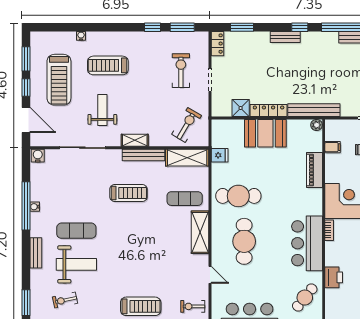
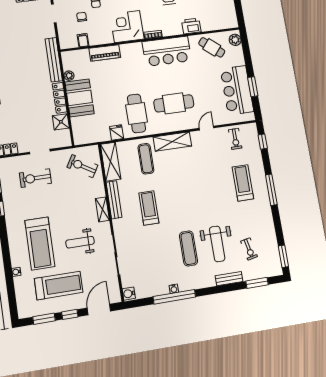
treadmill: (108, 65) -> (40, 243), width x1.37, depth x1.38
plant: (317, 125) -> (69, 76), moved
fridge: (220, 155) -> (117, 132), moved
bench: (36, 253) -> (229, 279), moved
weight bench: (76, 264) -> (217, 244), turned 180

